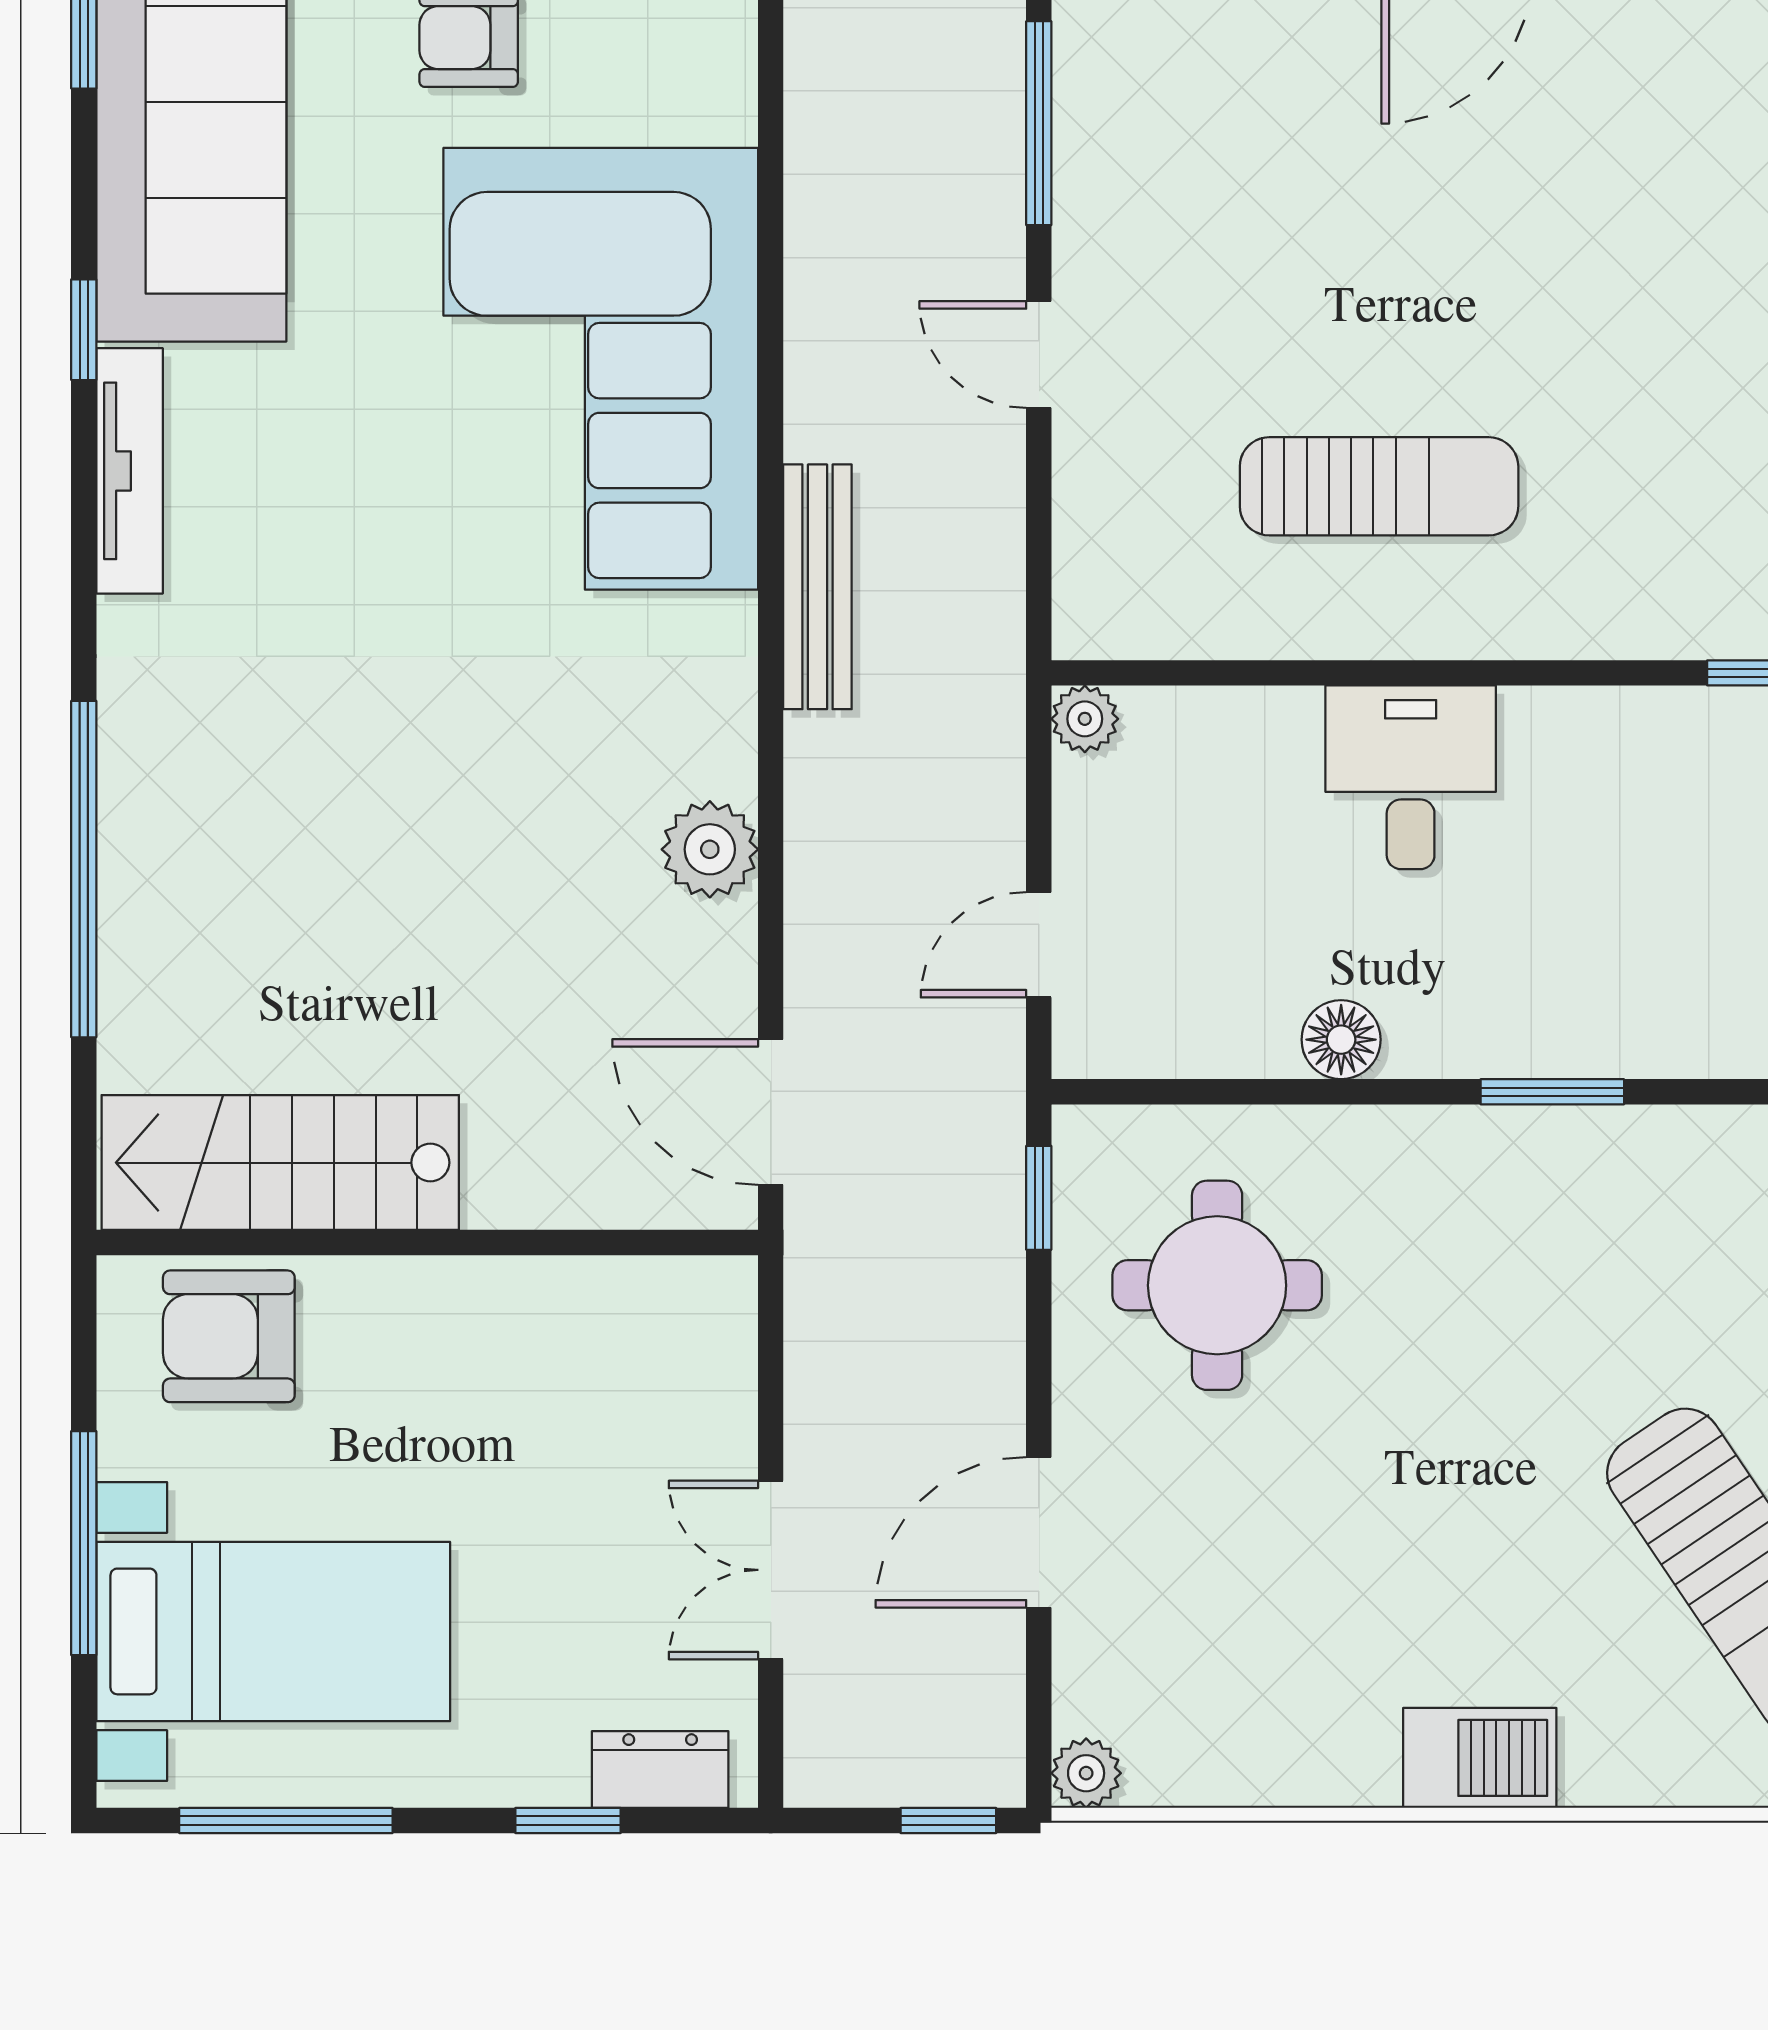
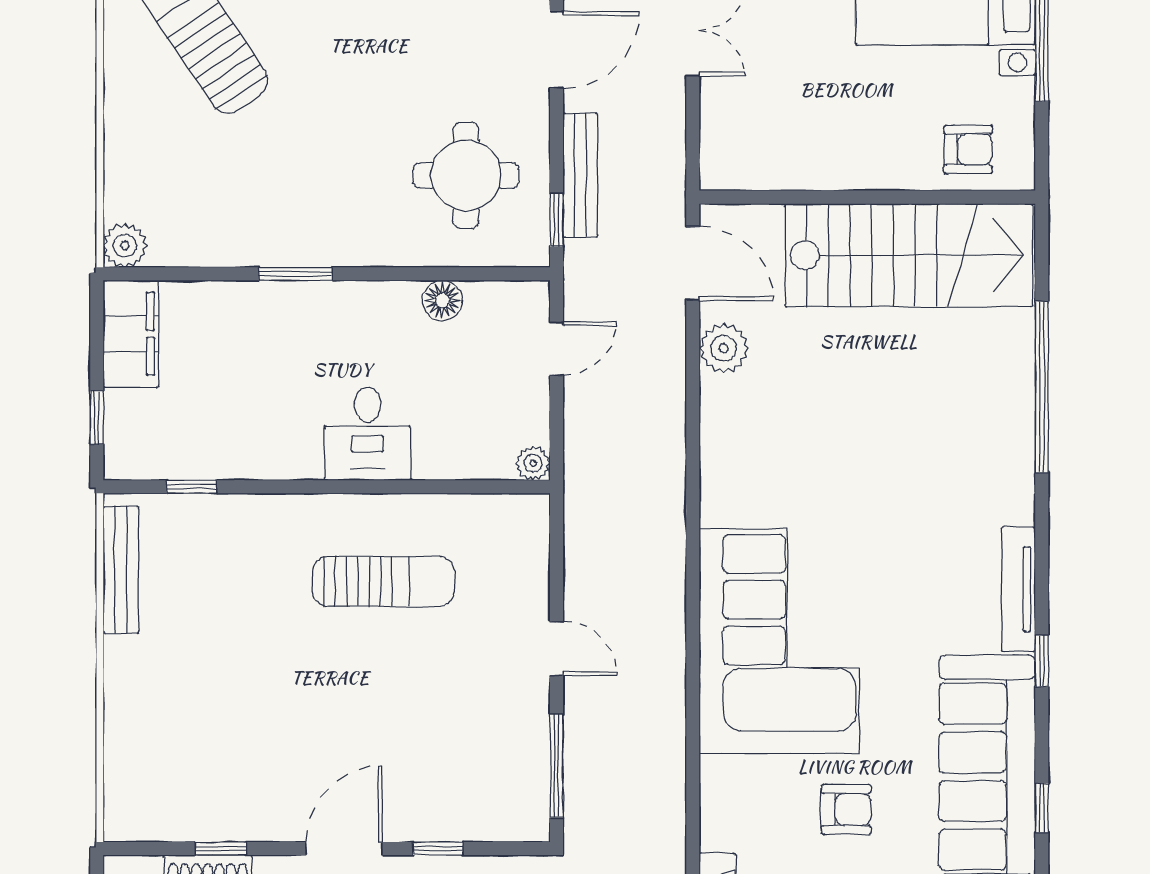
sun lounger: (1379, 486) -> (384, 581), turned 180
bench: (817, 587) -> (580, 175), moved
plant: (710, 849) -> (724, 348), moved
floor lamp: (1341, 1040) -> (442, 300), moved
stairs: (280, 1163) -> (909, 255), width x1.36, depth x1.51
armchair: (229, 1336) -> (968, 149), width x0.72, depth x0.72

